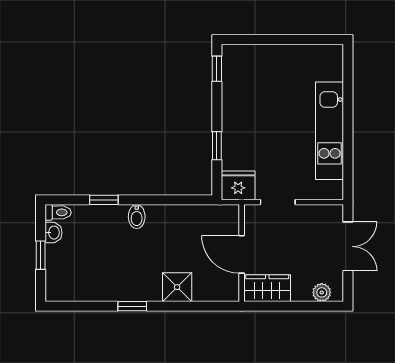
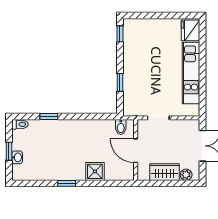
fridge: (238, 185) -> (191, 30), moved, turned -90
bidet: (137, 217) -> (121, 127), moved
washbasin: (54, 233) -> (17, 157), moved
wardrobe: (267, 288) -> (164, 172), moved

